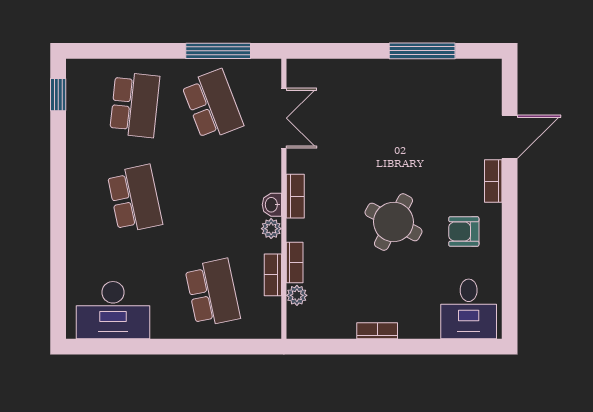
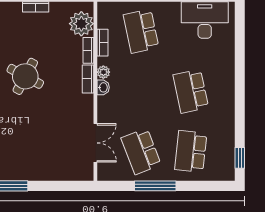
window: (218, 51) -> (155, 186), moved
double door: (284, 118) -> (95, 143), swing flipped
bookcase: (295, 196) -> (88, 79), moved
plant: (297, 295) -> (81, 24), width x1.88, depth x1.88

